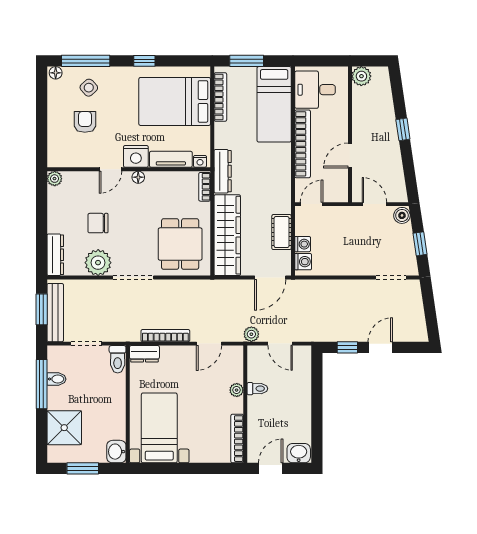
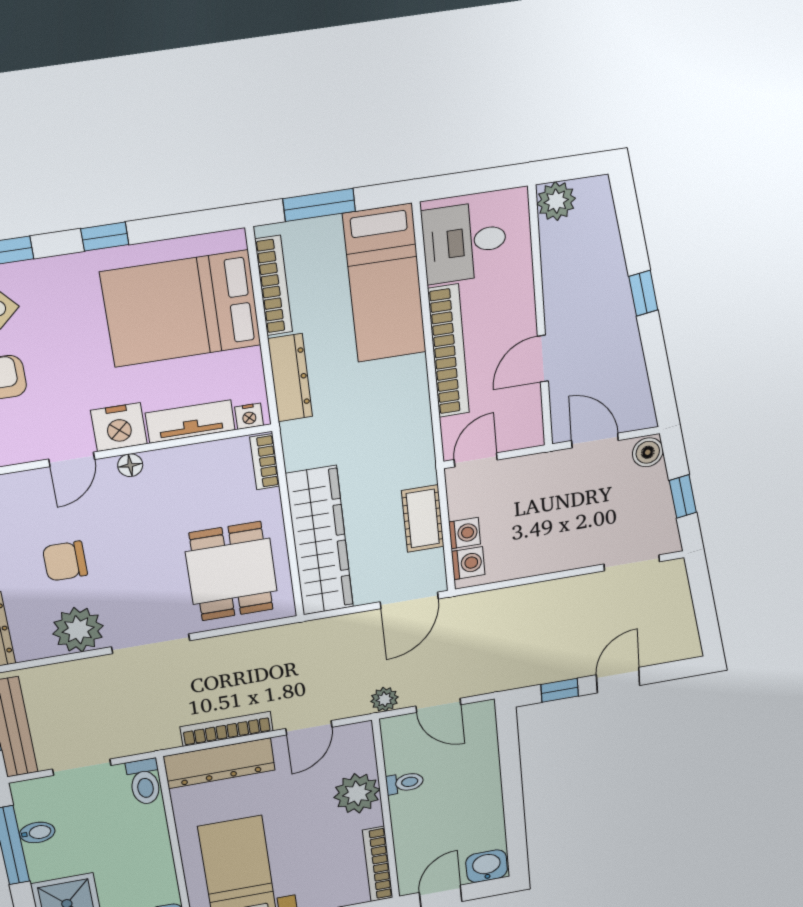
dresser: (223, 171) -> (290, 378), moved
dresser: (144, 354) -> (219, 763), width x1.96, depth x1.24
plant: (237, 390) -> (357, 793), width x1.88, depth x1.88

